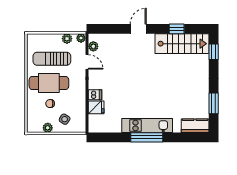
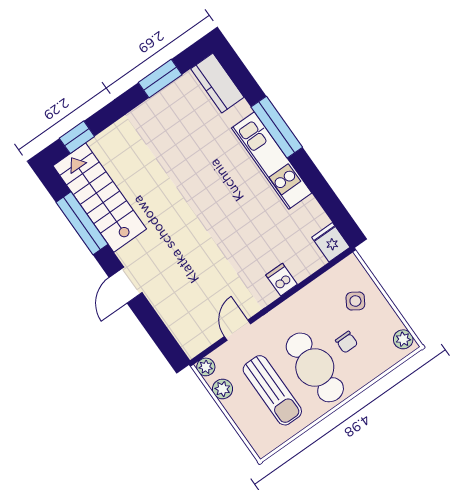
door: (138, 29) -> (126, 285), hinge flipped
window: (177, 29) -> (82, 223), width x2.17
plant: (93, 46) -> (205, 338), removed
fridge: (96, 107) -> (331, 242), moved
plant: (48, 128) -> (403, 339), moved
window: (147, 137) -> (277, 127), moved

